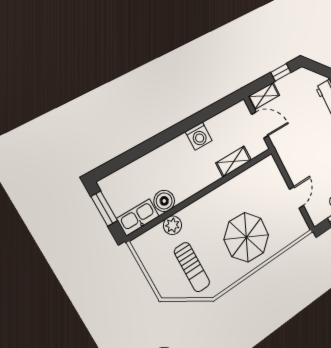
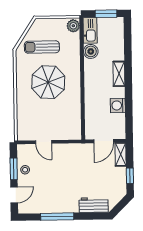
washing machine: (199, 136) -> (118, 105), moved
shelving: (234, 161) -> (119, 74), moved
plant: (173, 225) -> (73, 26), moved
parasol: (246, 237) -> (48, 82), moved

